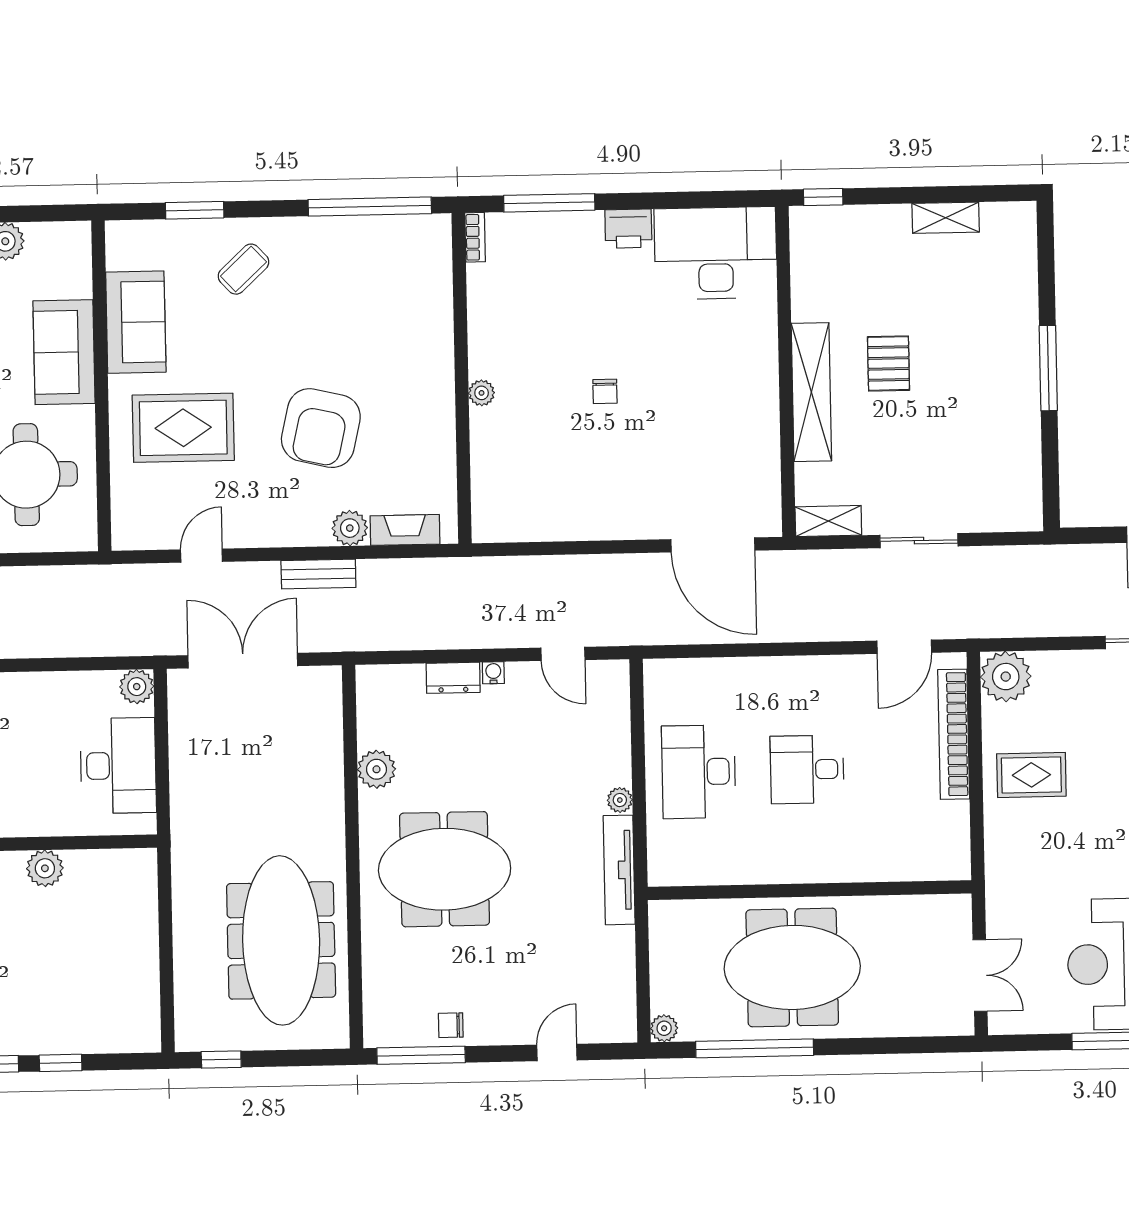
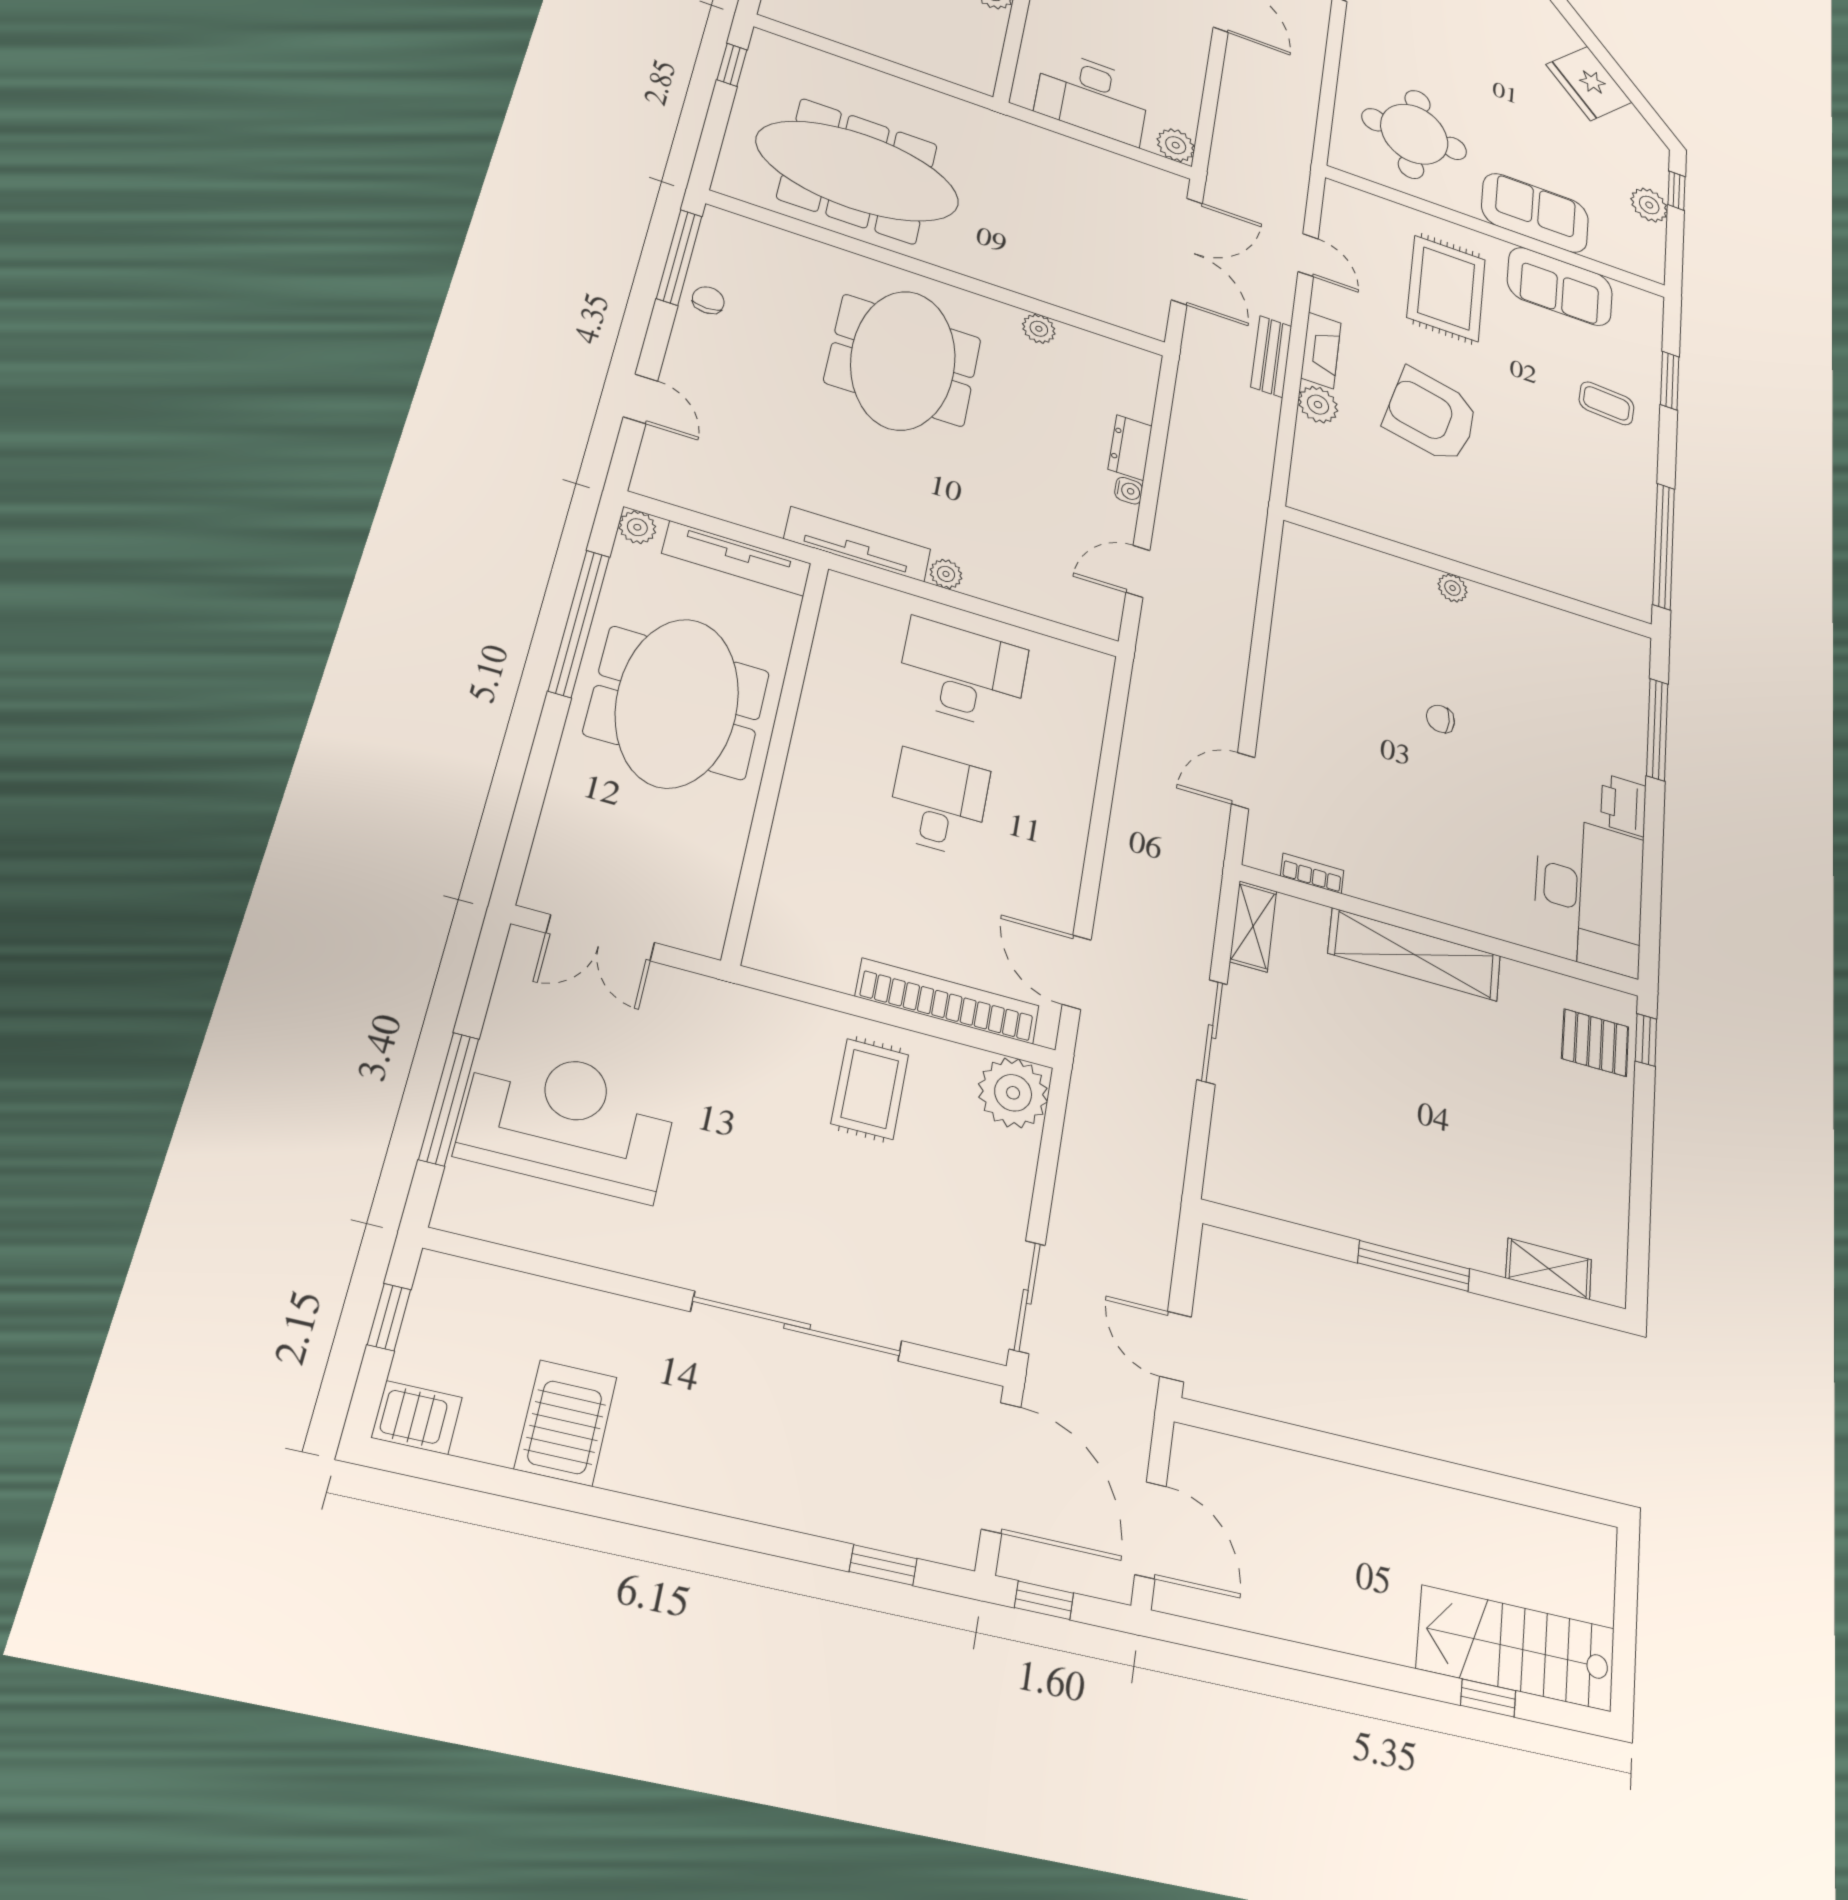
shelving: (946, 218) -> (1549, 1269), moved, turned 90
bookcase: (475, 237) -> (1312, 873), moved, turned 180
coffee table: (243, 269) -> (1606, 403), turned -43
pallet: (888, 363) -> (1595, 1043), moved
fireplace: (405, 530) -> (1321, 350), moved
door: (713, 545) -> (1243, 781), width x0.53
plant: (376, 769) -> (1039, 329), width x0.73, depth x0.73
tv unit: (663, 953) -> (737, 558), added

